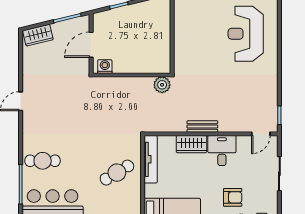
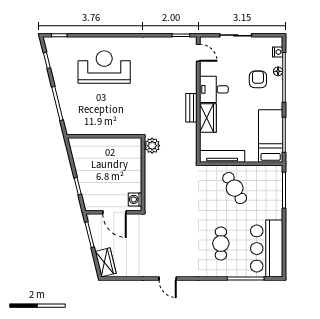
reception desk: (246, 34) -> (104, 67), turned 180
cafe table: (43, 161) -> (221, 243), moved

